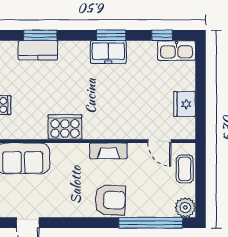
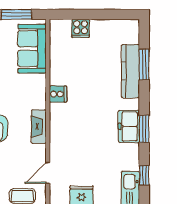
kitchen counter: (38, 50) -> (130, 71), width x1.50
cooker: (65, 127) -> (58, 94), width x0.53, depth x0.76

